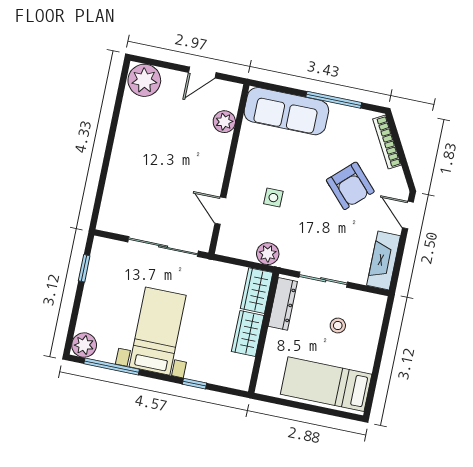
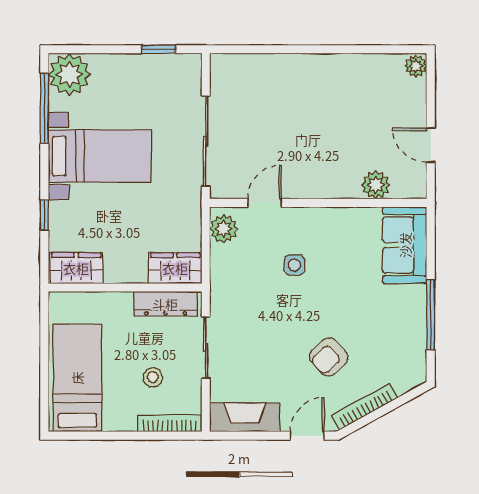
plant: (144, 80) -> (416, 66), width x0.53, depth x0.53
sofa: (286, 111) -> (405, 245), width x0.73
bookcase: (387, 142) -> (364, 407), moved
armchair: (350, 186) -> (329, 357), width x0.72, depth x0.72
plant: (268, 254) -> (224, 229), moved
bookcase: (376, 320) -> (170, 423), added
wardrobe: (248, 333) -> (76, 268), moved
plant: (84, 345) -> (69, 74), width x1.36, depth x1.36

